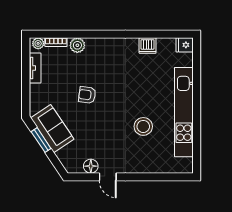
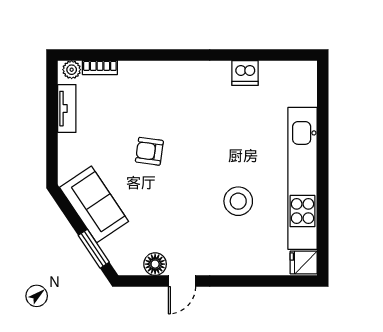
plant: (77, 45) -> (134, 73), removed
fridge: (185, 45) -> (304, 263), moved
window: (41, 140) -> (94, 249), moved
door: (108, 177) -> (182, 281), hinge flipped

